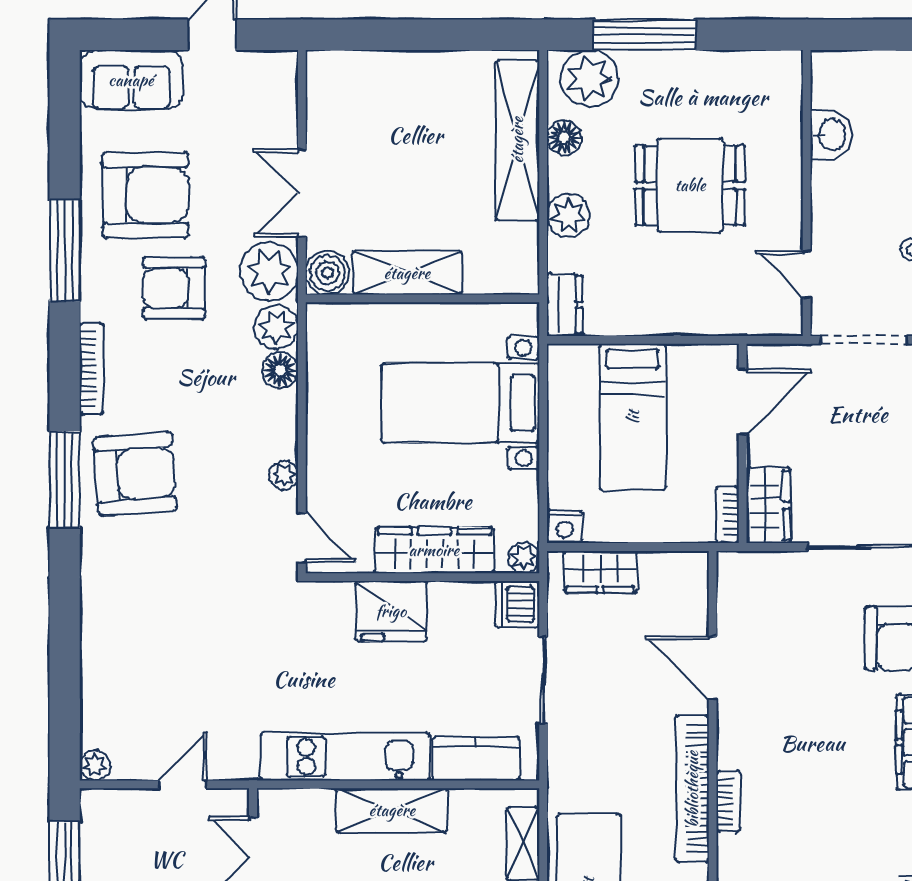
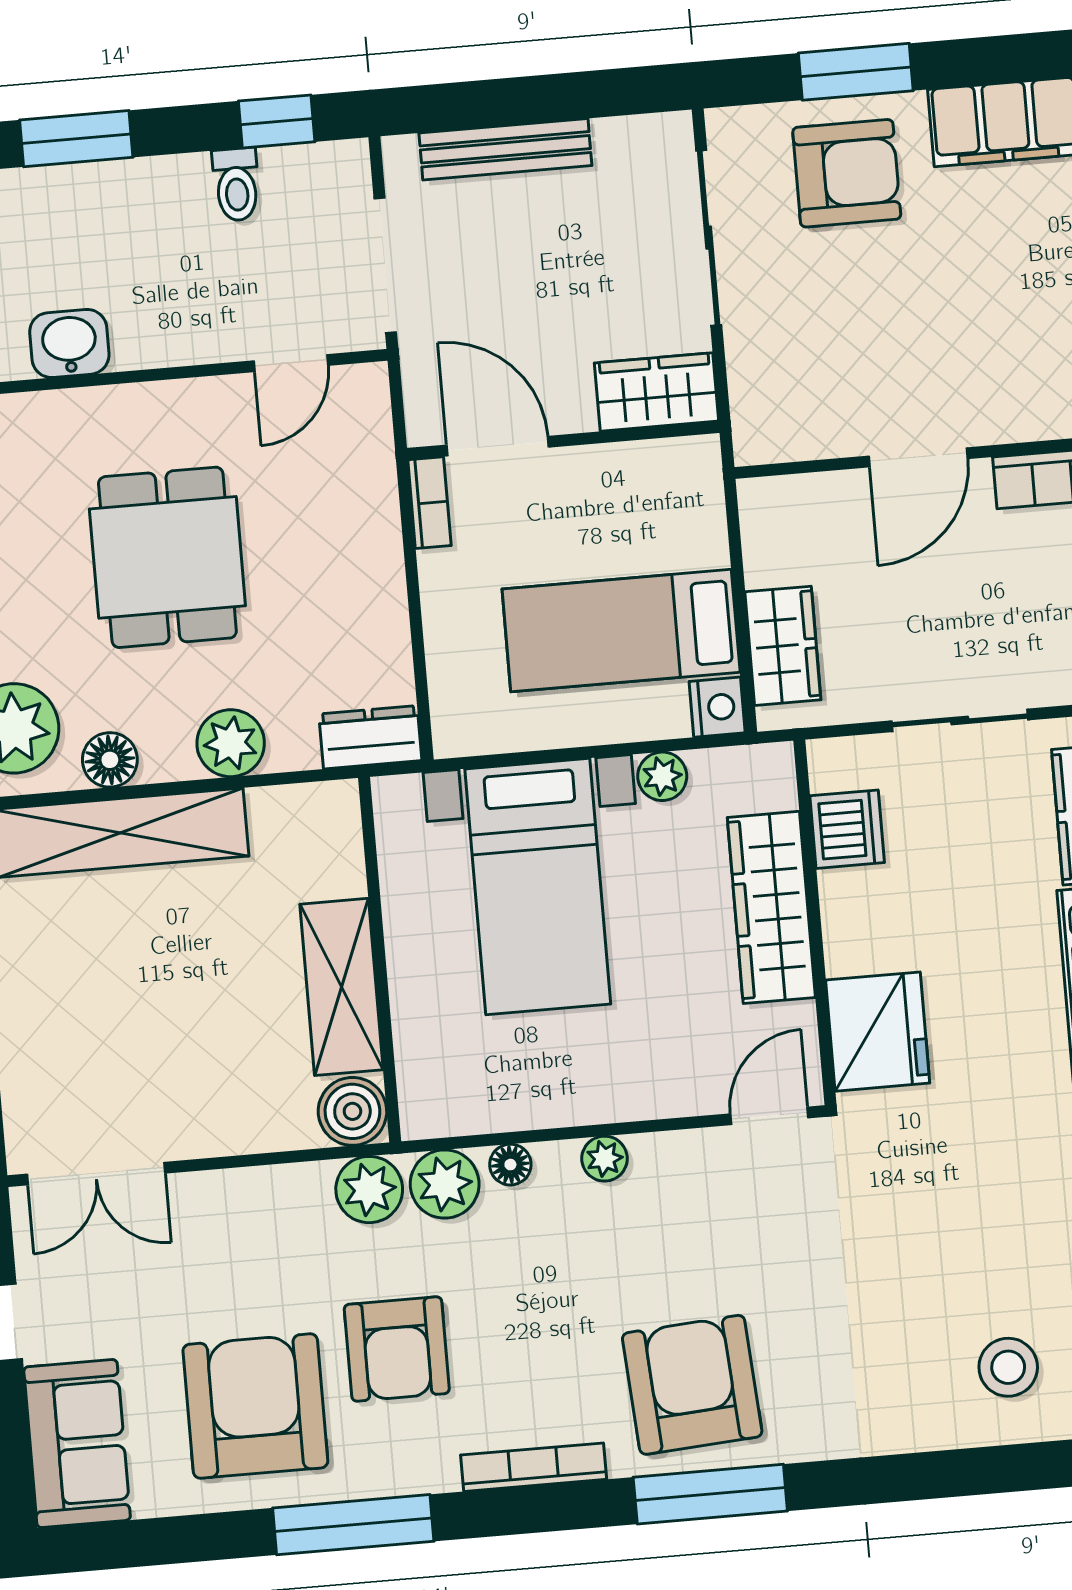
double door: (302, 193) -> (96, 1174), moved
plant: (269, 271) -> (369, 1190), width x0.73, depth x0.73
floor lamp: (280, 370) -> (510, 1165), width x0.73, depth x0.73
bed: (633, 417) -> (621, 631), moved, turned 180
plant: (284, 475) -> (604, 1159), moved
bookcase: (728, 515) -> (429, 503), moved, turned -90
plant: (524, 558) -> (662, 776), moved
dishwasher: (517, 604) -> (847, 829), moved, turned -90
fridge: (391, 611) -> (878, 1032), moved
stool: (129, 676) -> (1008, 1367), added

